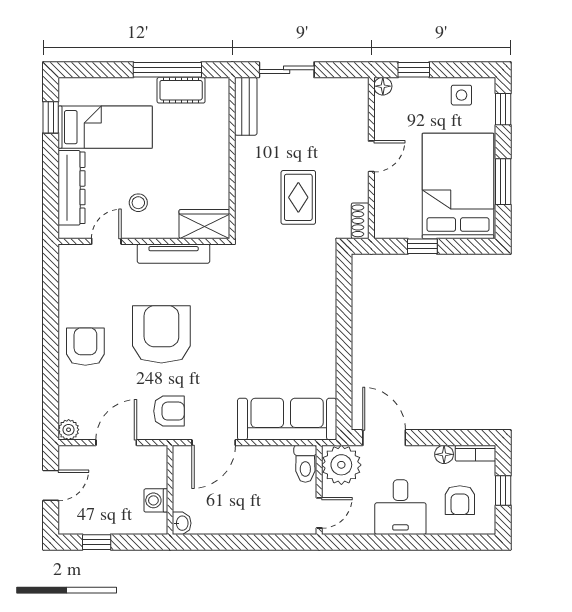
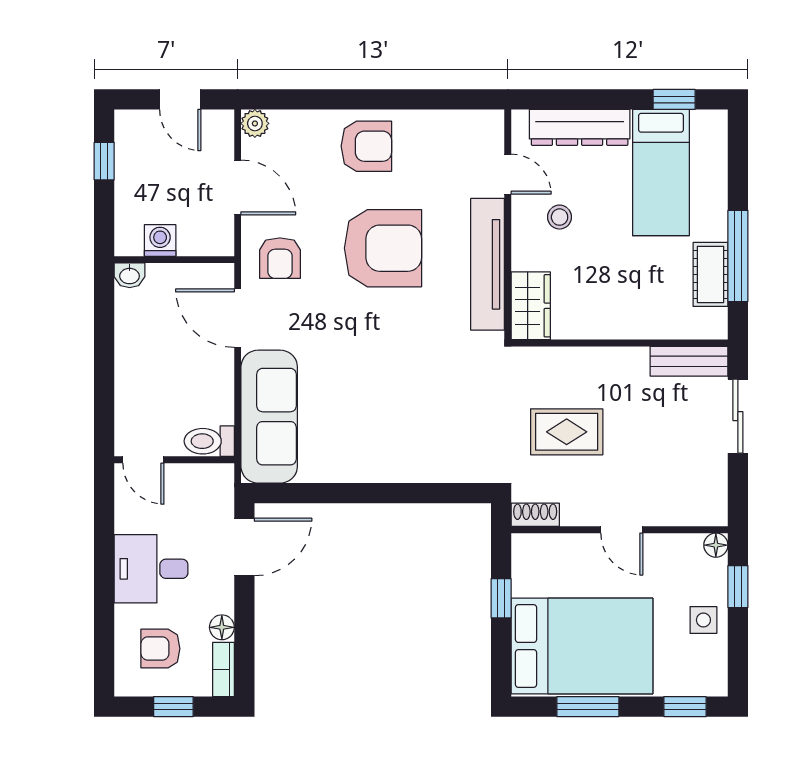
side table: (461, 95) -> (703, 620), moved
tv unit: (174, 254) -> (488, 264), width x1.36, depth x1.29
plant: (341, 465) -> (208, 490), removed

